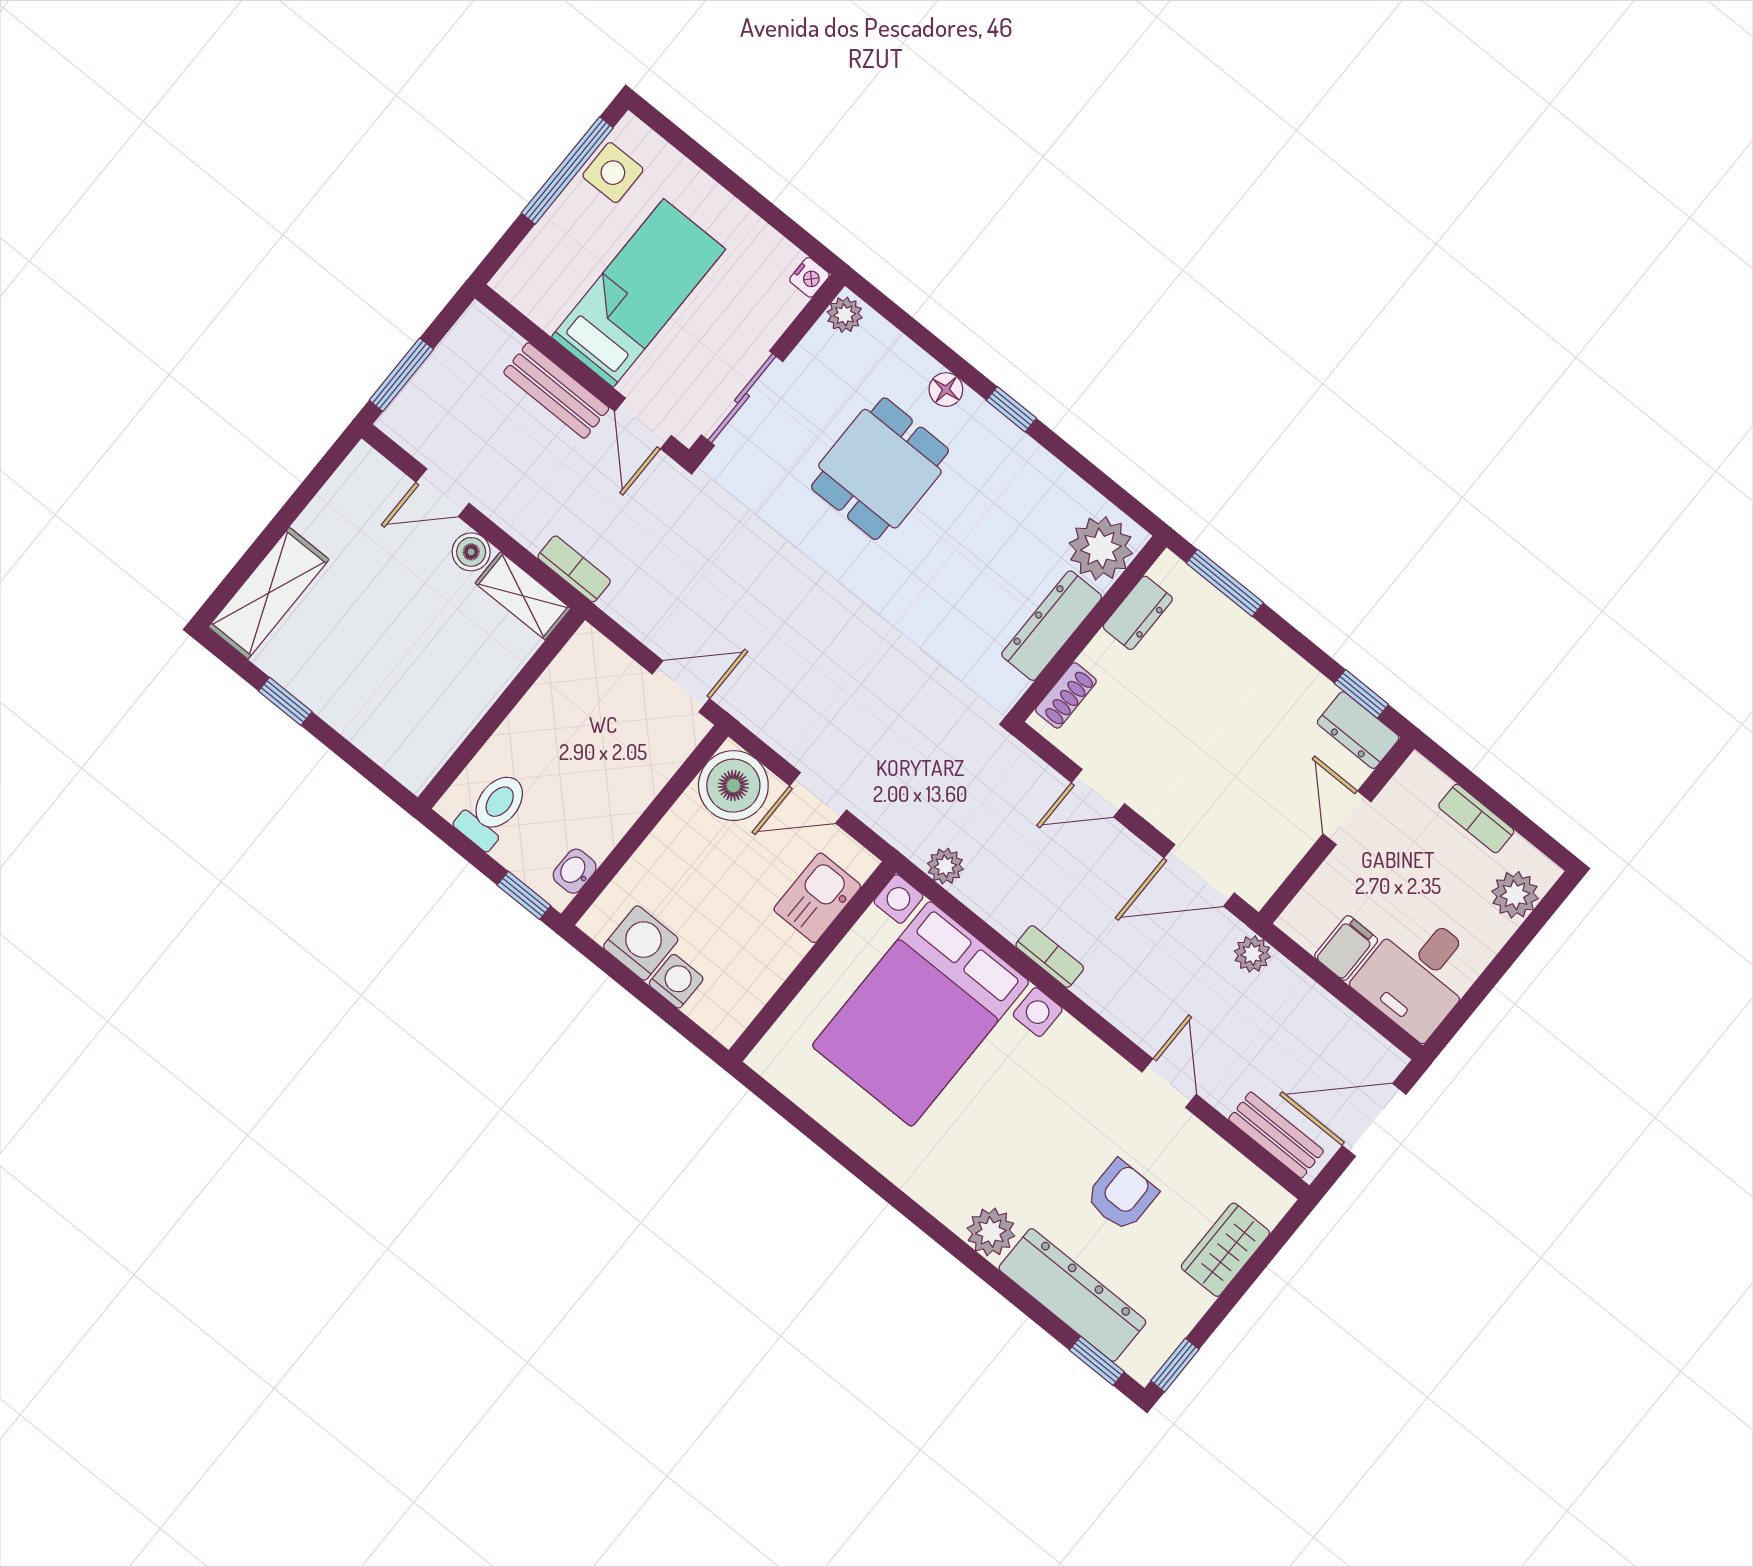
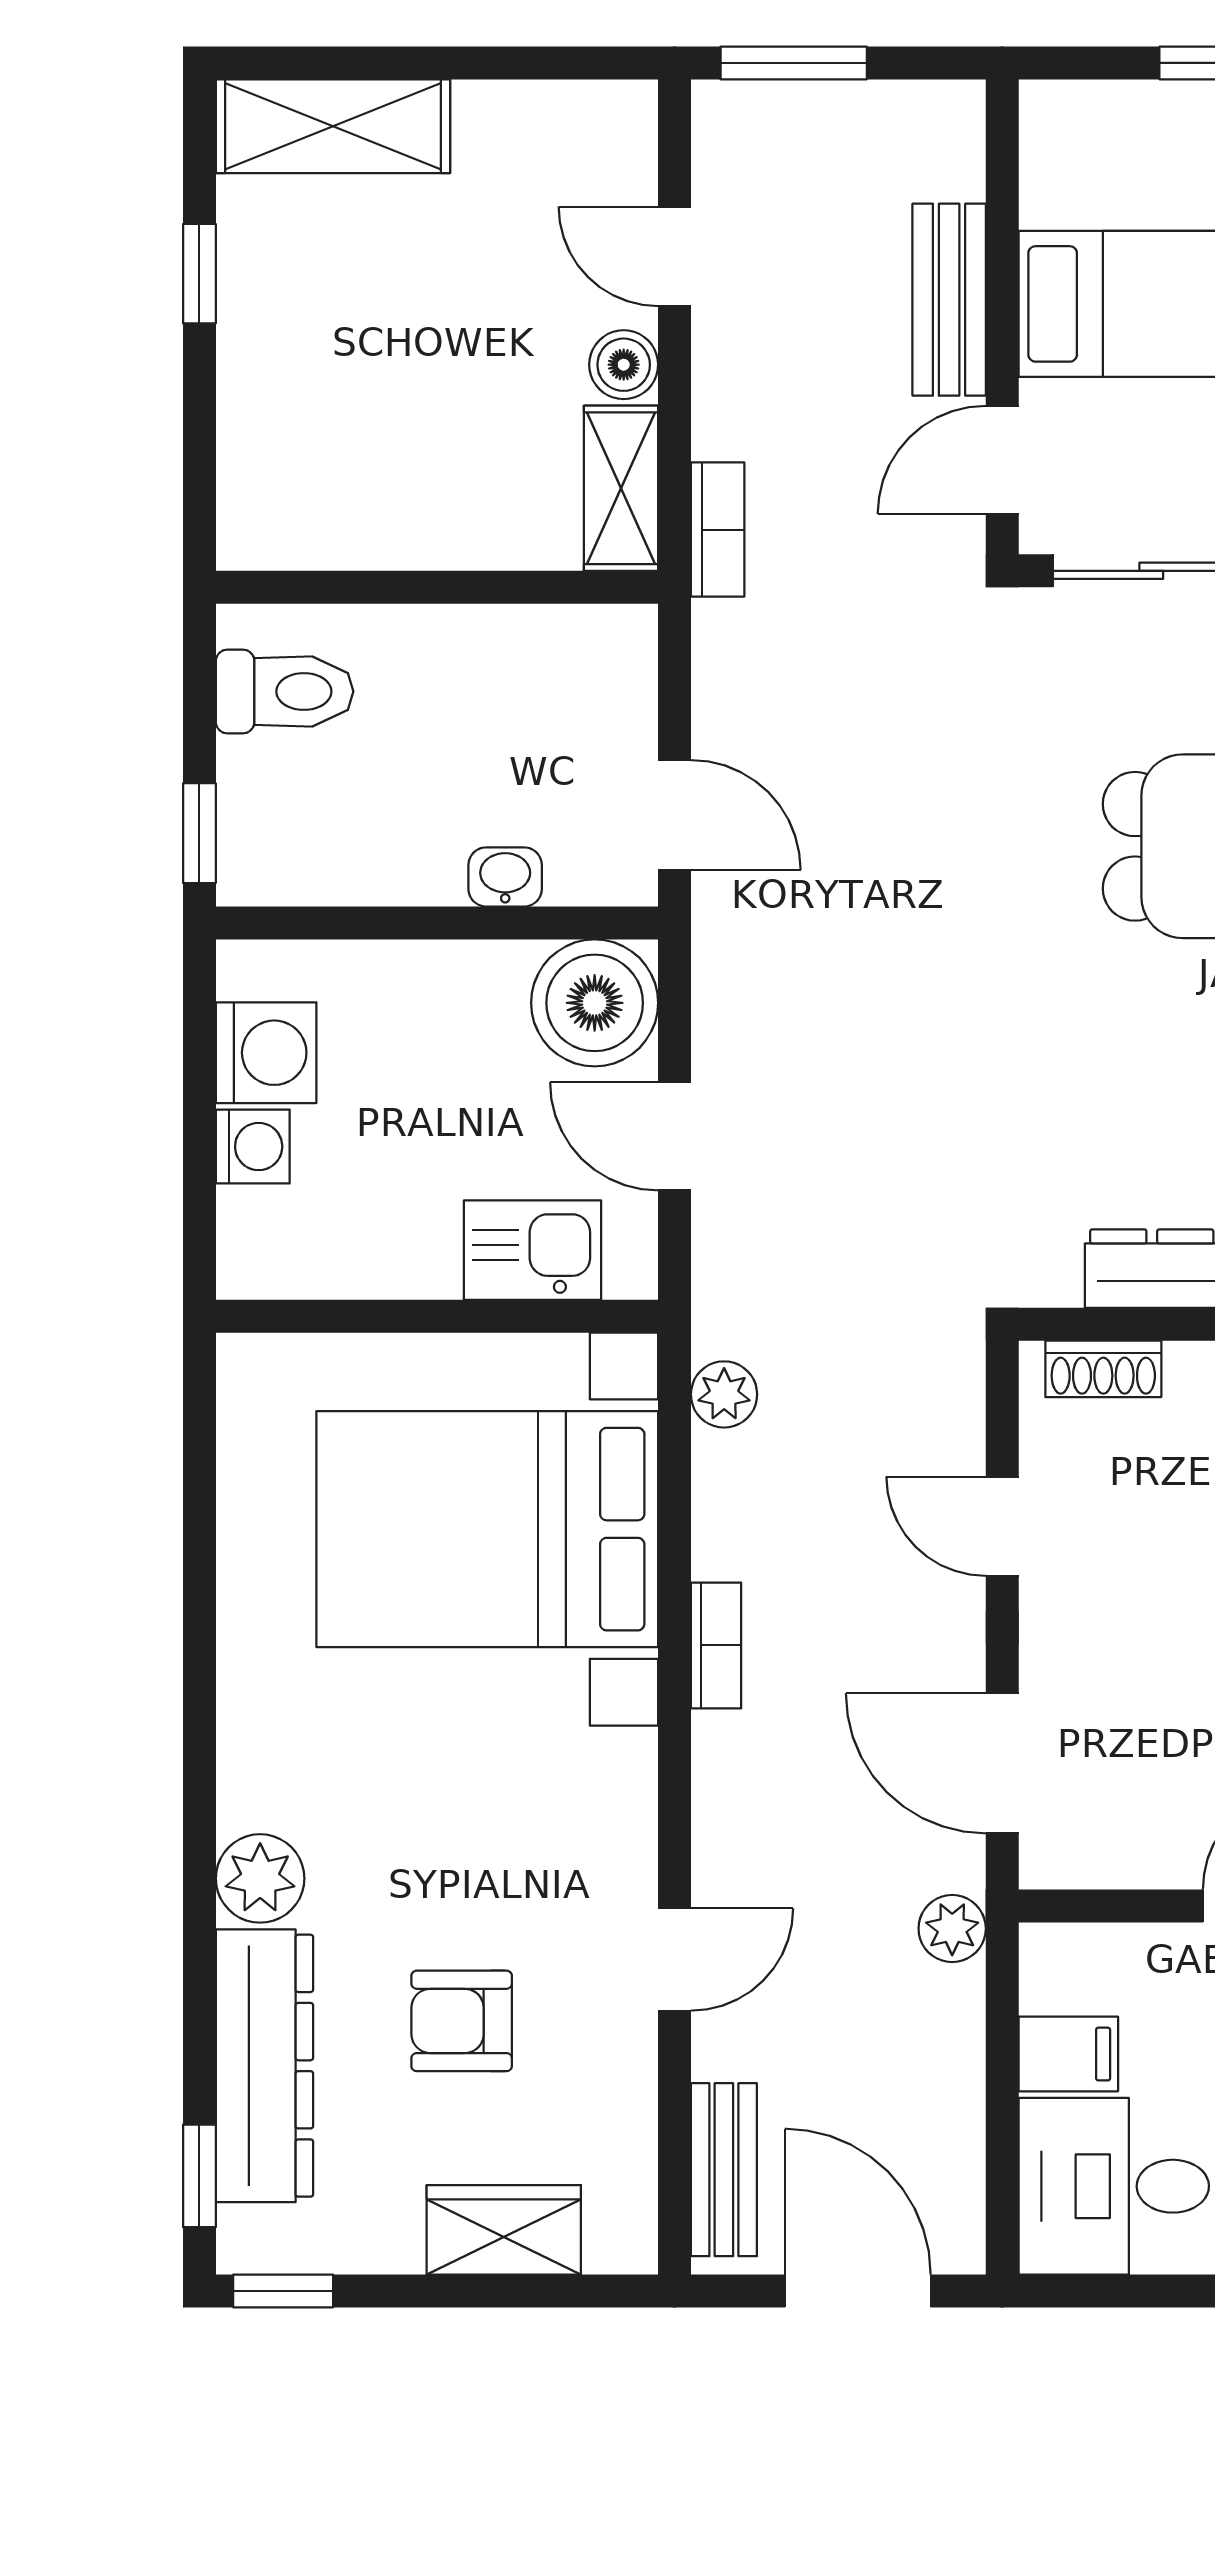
washbasin: (575, 871) -> (505, 877), moved
armchair: (1122, 1195) -> (462, 2021), turned 180

